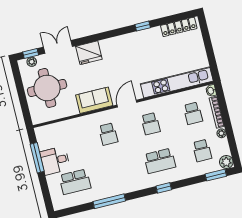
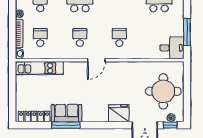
window: (143, 26) -> (66, 125), width x2.17
kitchen unit: (177, 82) -> (39, 68), width x0.73
sofa: (94, 100) -> (66, 113), moved, turned 180
desk: (55, 161) -> (172, 48), moved

